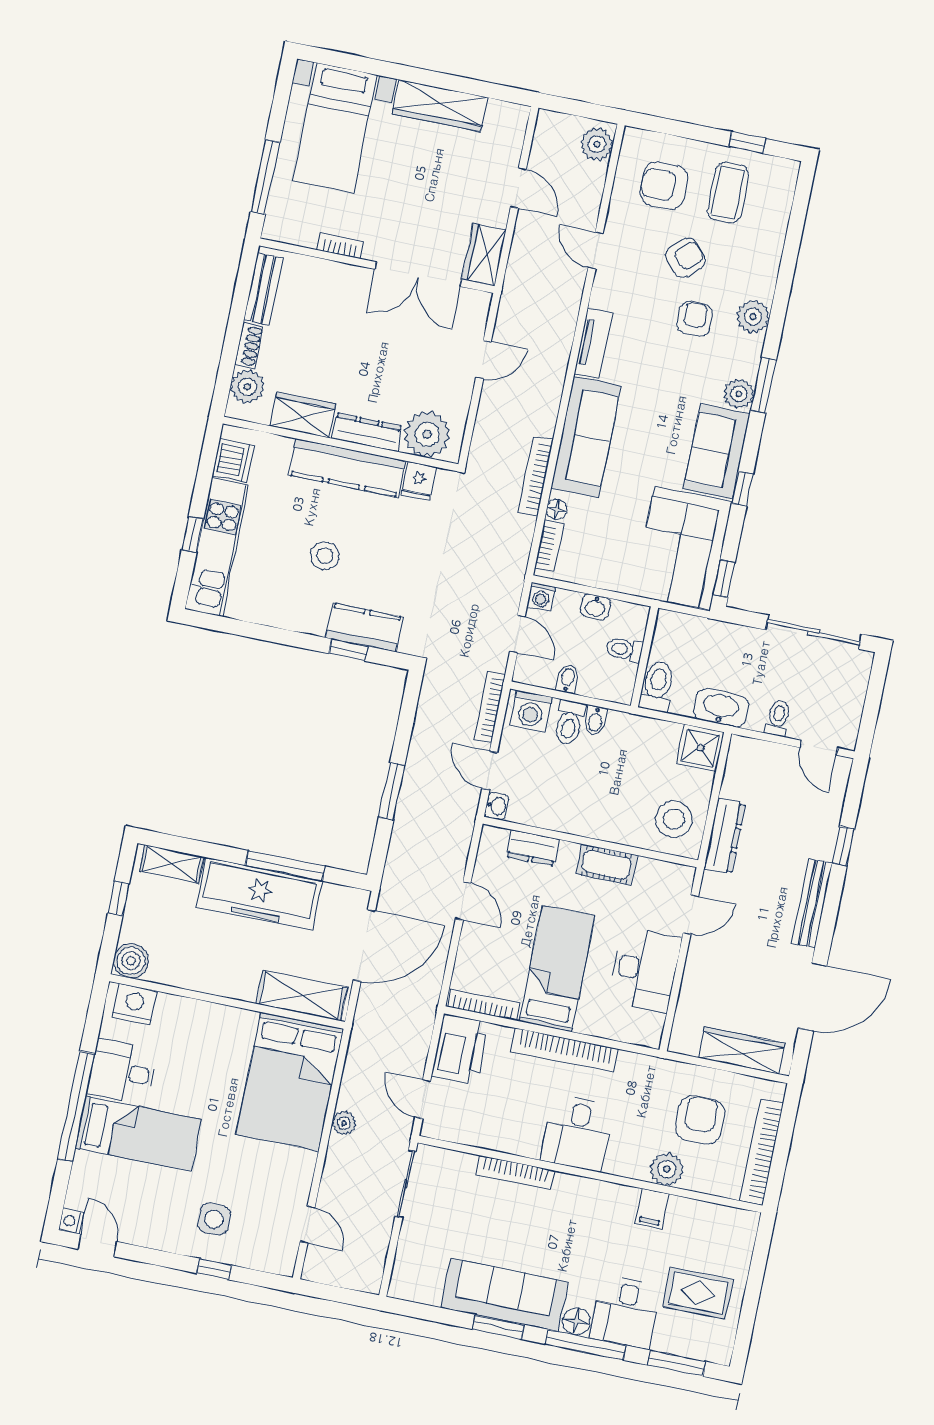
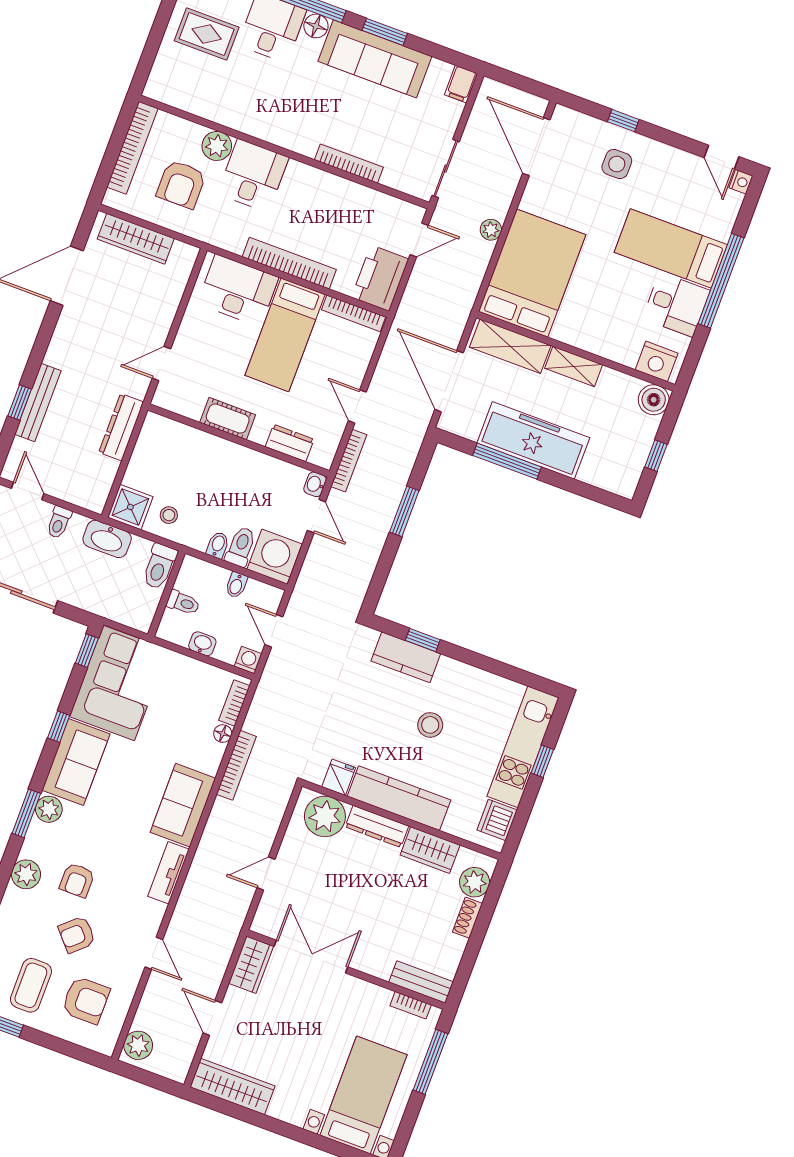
wardrobe: (440, 106) -> (233, 1087), moved
bookcase: (340, 246) -> (411, 1005), moved
bench: (263, 289) -> (421, 982), moved, turned 90
sofa: (586, 437) -> (183, 805), width x0.73
bookcase: (490, 707) -> (349, 461), moved
washing machine: (531, 711) -> (275, 557), width x1.37, depth x1.37
stool: (674, 819) -> (169, 515), moved, width x0.53, depth x0.53
shelving: (172, 864) -> (574, 366), moved
bench: (812, 903) -> (38, 403), moved
door: (364, 945) -> (449, 381), hinge flipped
desk: (645, 970) -> (238, 290), moved, turned 90
door: (423, 1099) -> (419, 240), hinge flipped
desk: (577, 1133) -> (253, 175), moved
filing cabinet: (652, 1209) -> (461, 84), moved, turned 180
door: (307, 1225) -> (536, 147), width x1.87

